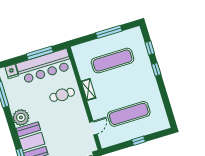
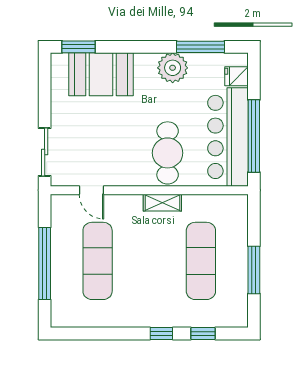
window: (40, 53) -> (254, 136), width x1.46
cafe table: (62, 95) -> (168, 153), width x1.37, depth x1.35
plant: (21, 117) -> (173, 68), moved
window: (139, 141) -> (45, 263), width x3.17

